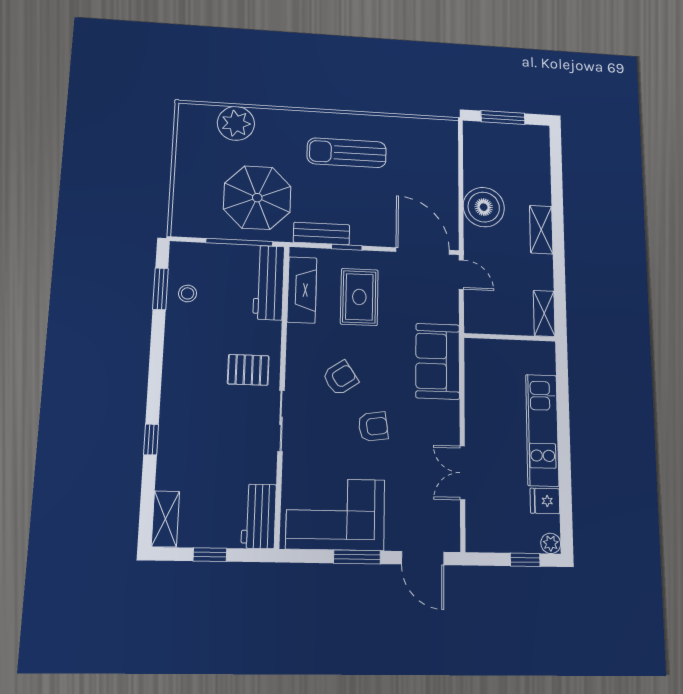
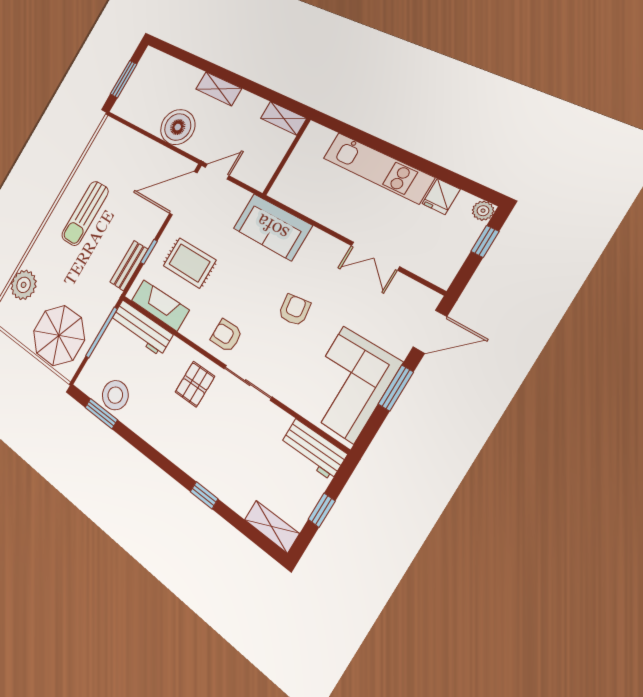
parasol: (257, 198) -> (59, 335), moved
stool: (188, 293) -> (115, 395), width x1.89, depth x1.89
armchair: (340, 378) -> (226, 336), moved, turned -56

